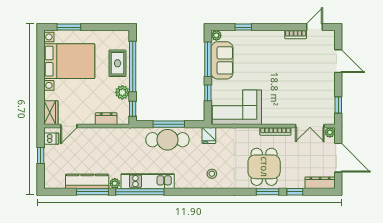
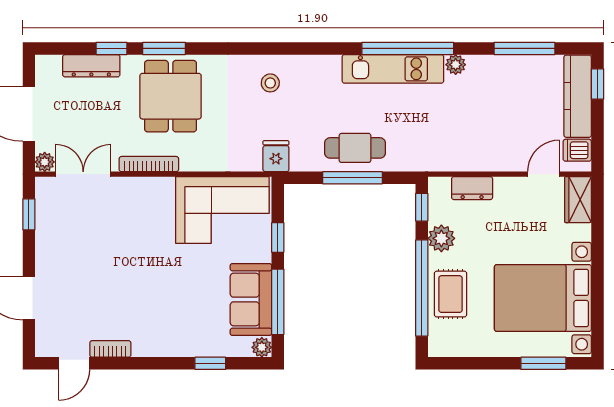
cafe table: (167, 140) -> (355, 148), width x0.73, depth x0.74
window: (41, 156) -> (597, 84), moved
kitchen counter: (87, 181) -> (578, 96), moved, turned 90
dresser: (320, 183) -> (91, 66), moved
window: (93, 192) -> (524, 48), moved

